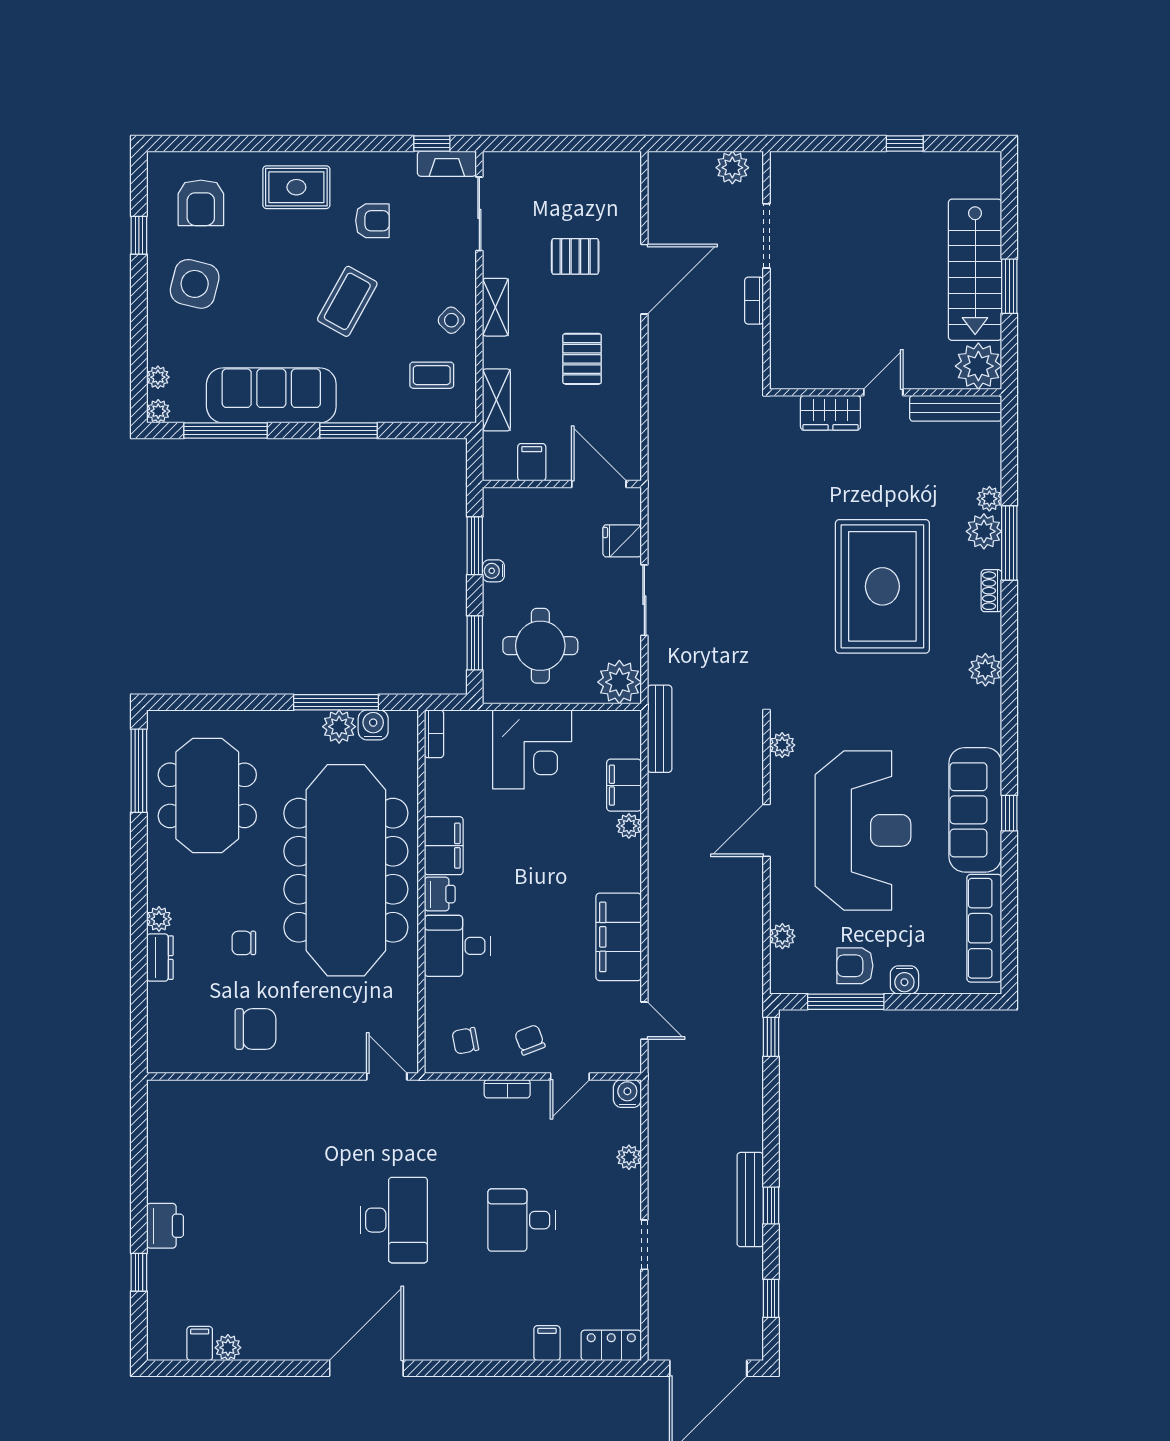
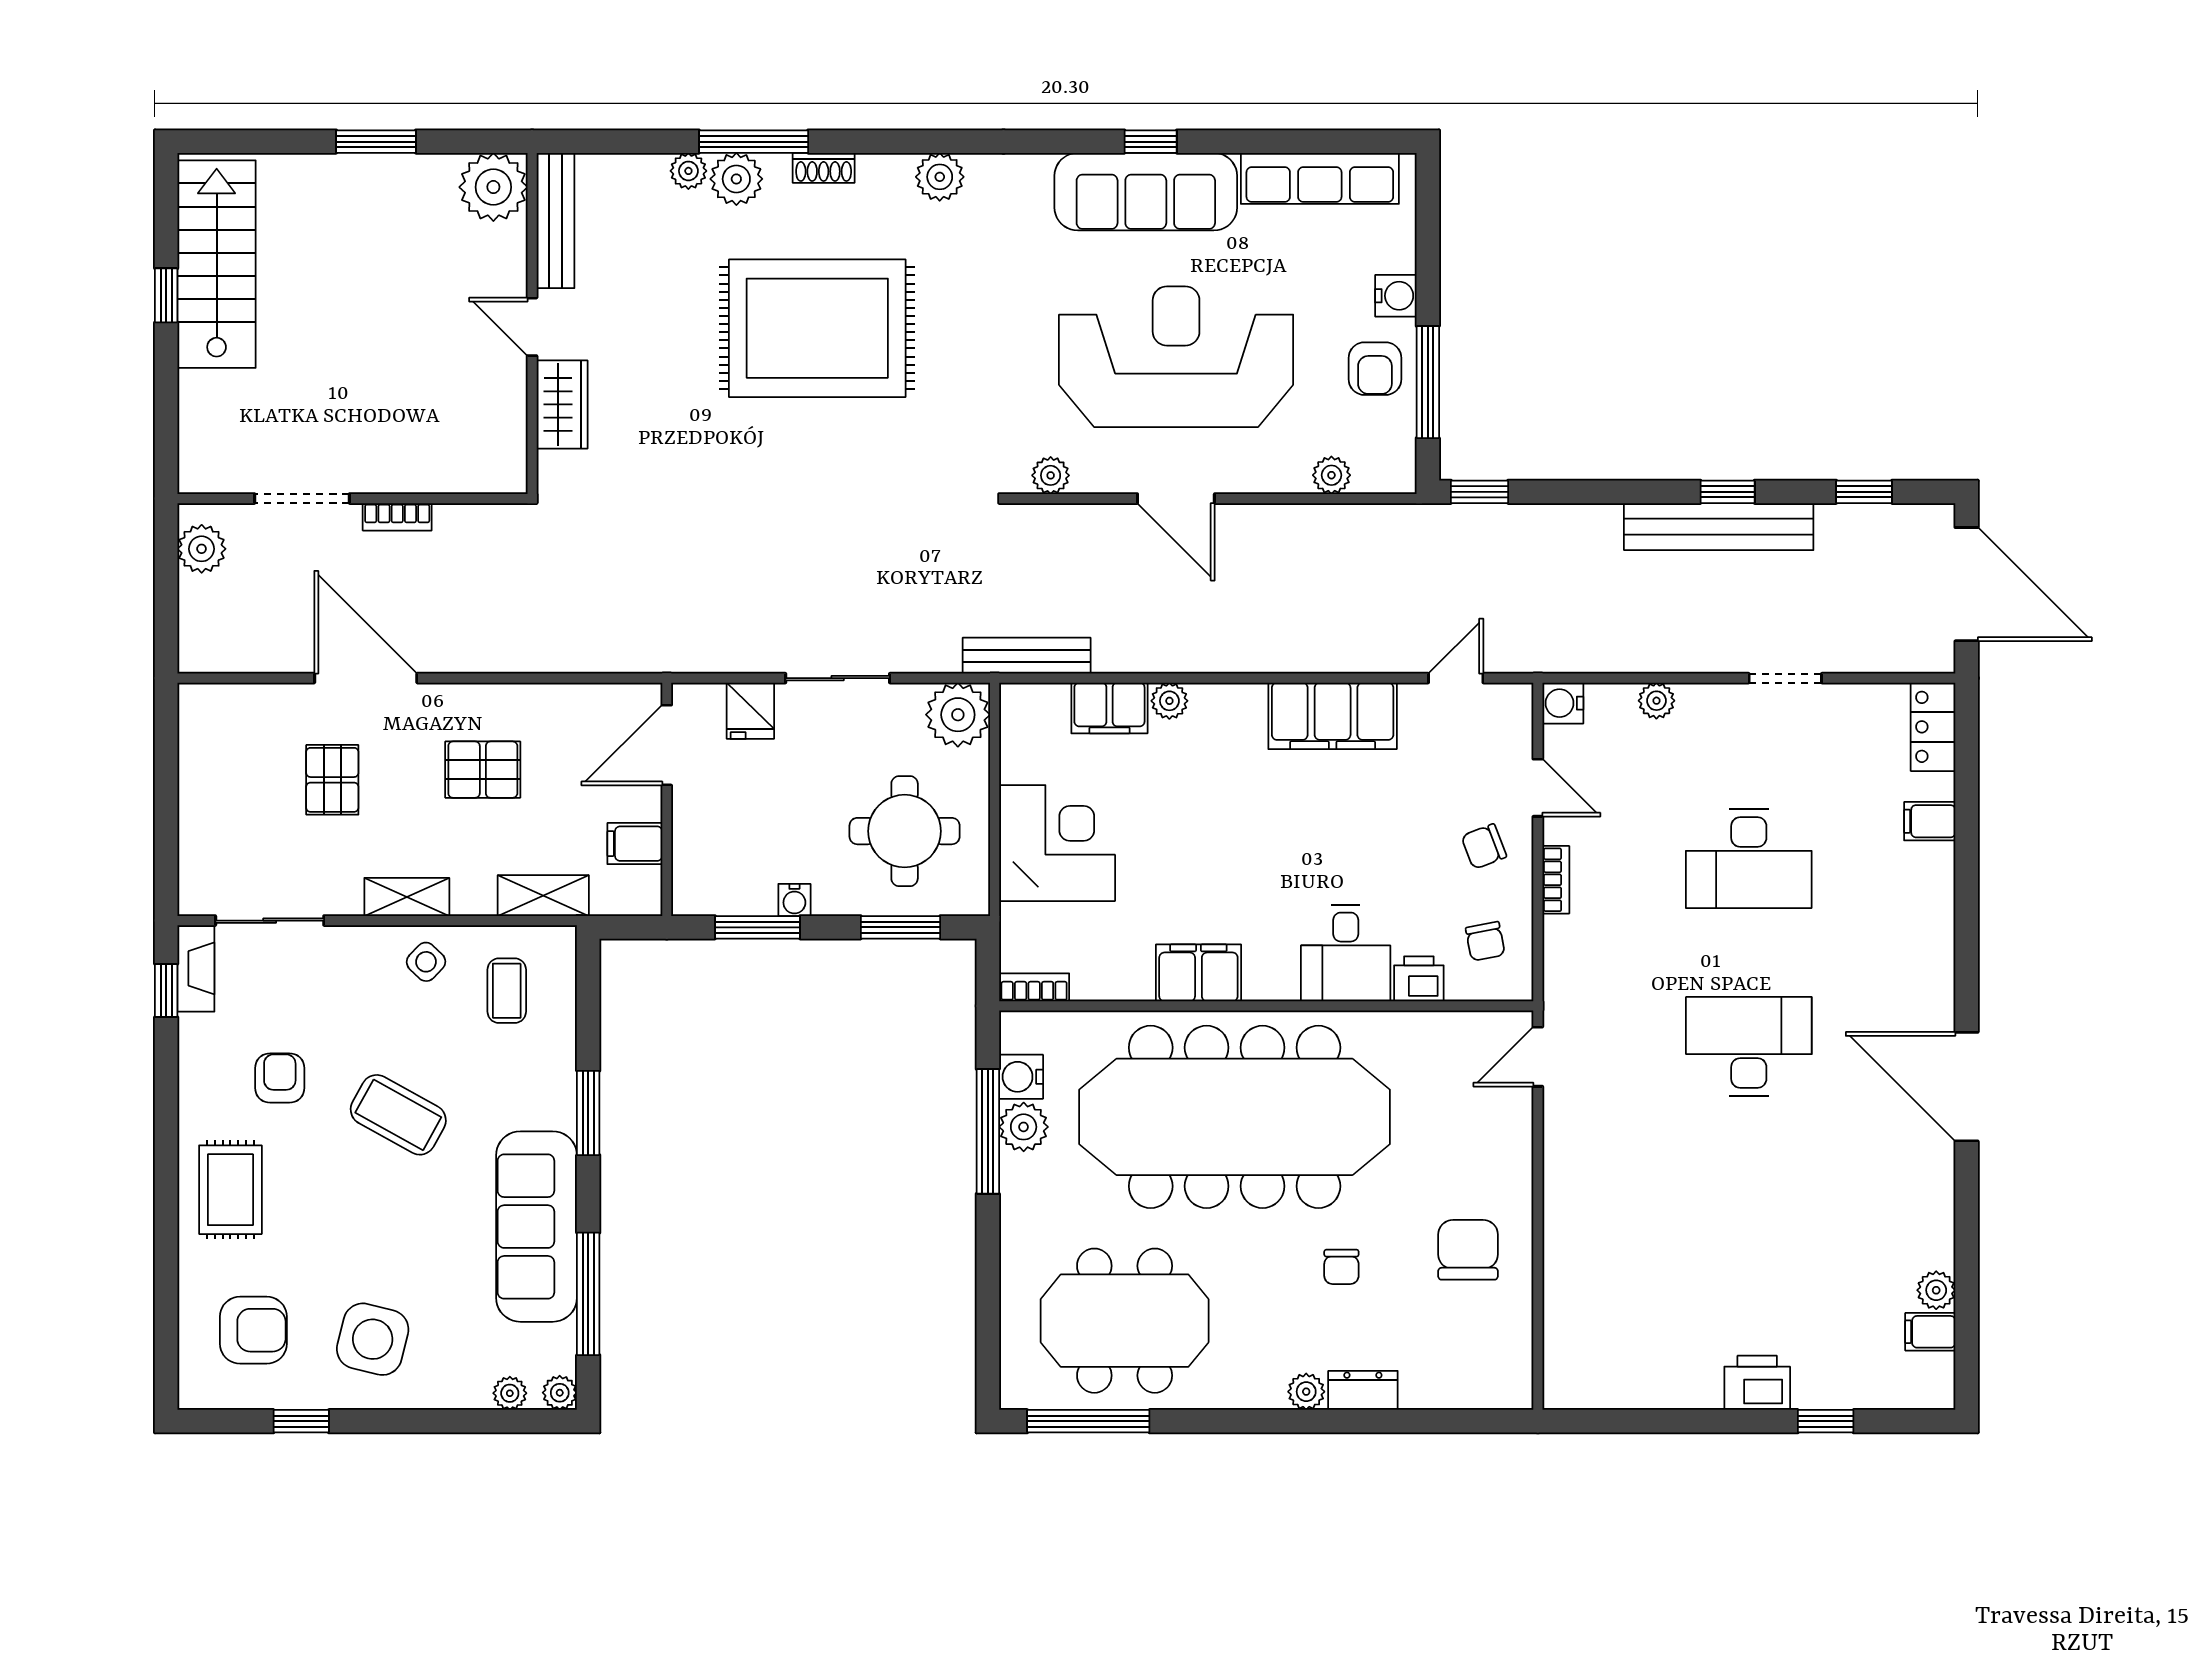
stairs: (975, 270) -> (217, 264), moved, turned -90
printer: (440, 894) -> (1419, 979), moved
bench: (750, 1200) -> (1719, 527), width x1.37, depth x1.21
desk: (522, 1220) -> (1749, 859), width x1.37

